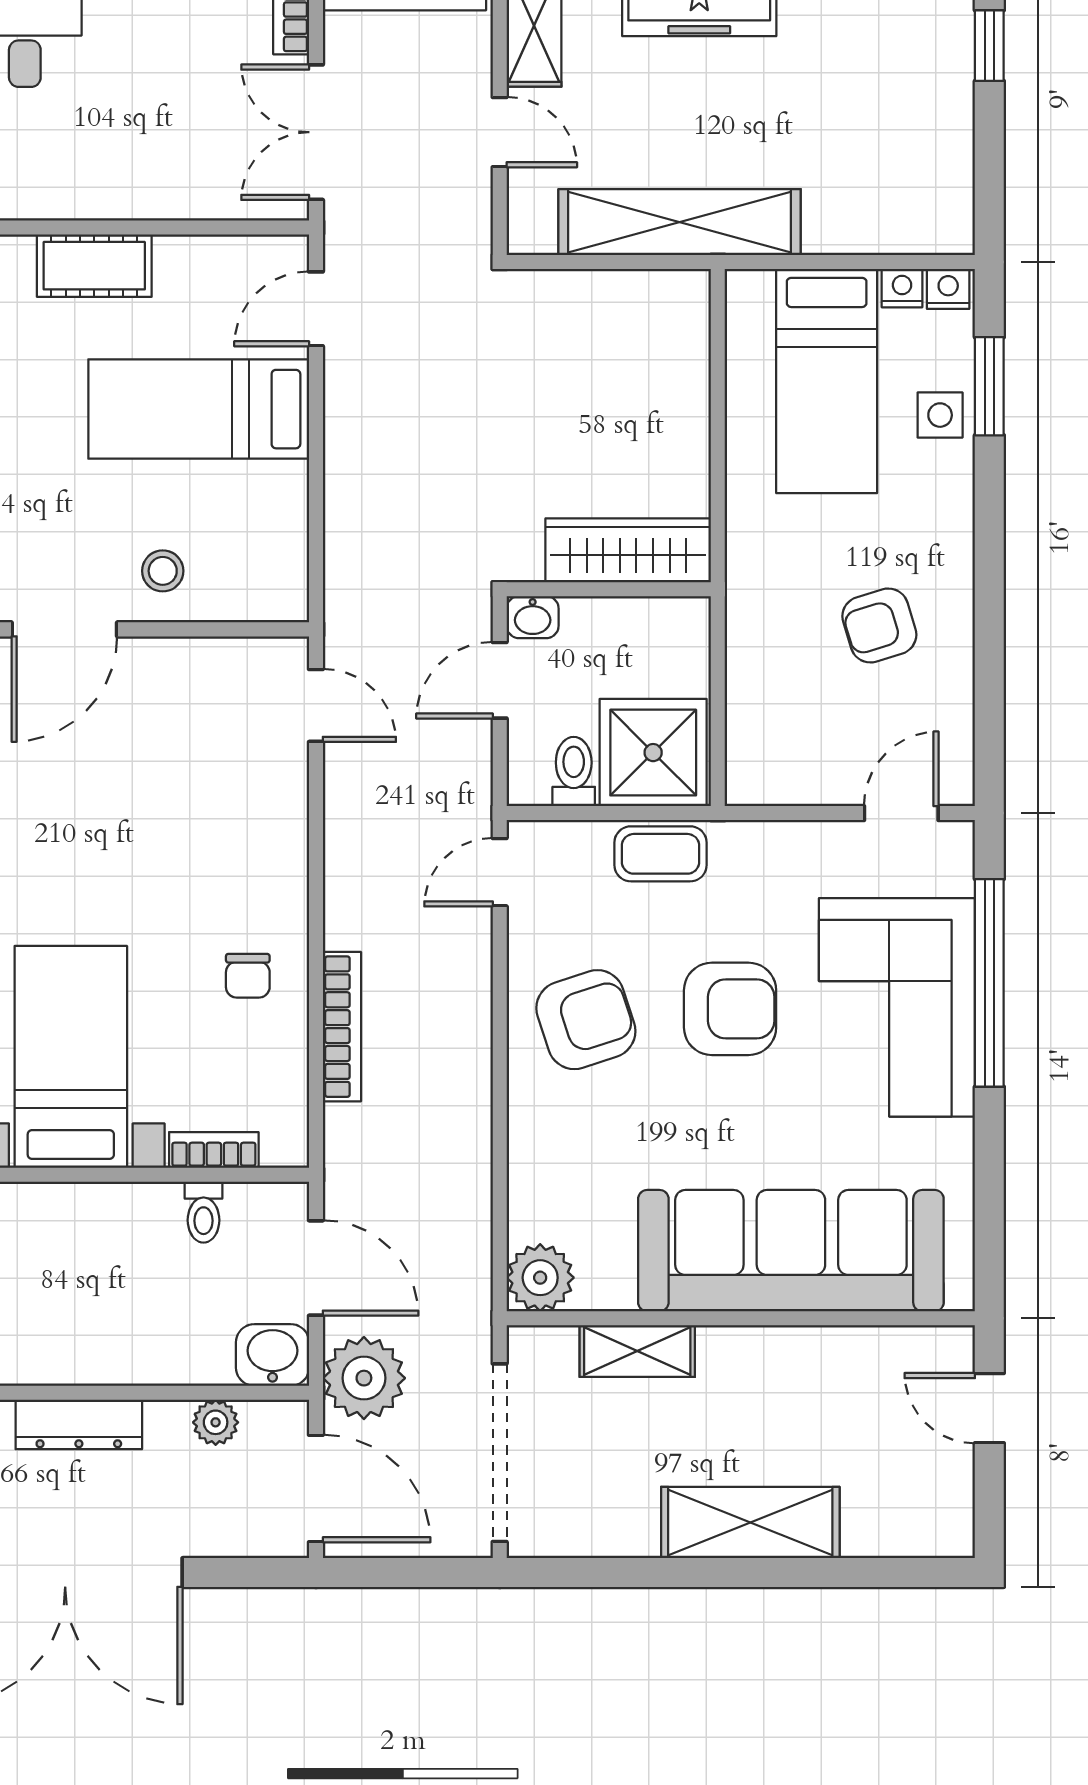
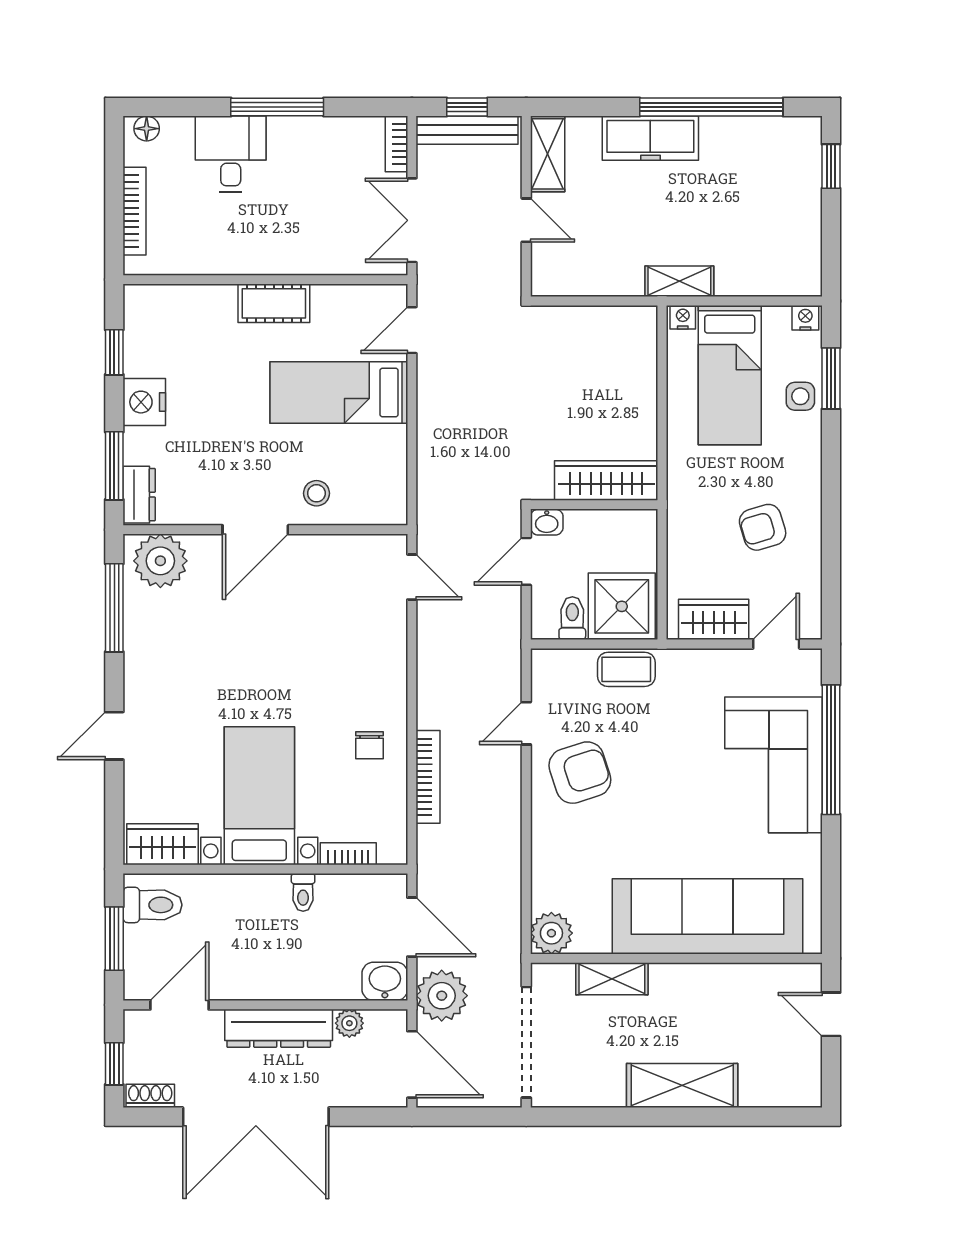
shelving: (680, 222) -> (679, 281), width x0.45, depth x0.75
nightstand: (902, 288) -> (683, 317), moved
wardrobe: (801, 773) -> (714, 619), added
door: (500, 872) -> (526, 723), moved
armchair: (730, 1009) -> (670, 766), removed
toilet: (204, 1212) -> (303, 892), moved
dresser: (79, 1424) -> (279, 1028), width x1.37, depth x1.24

